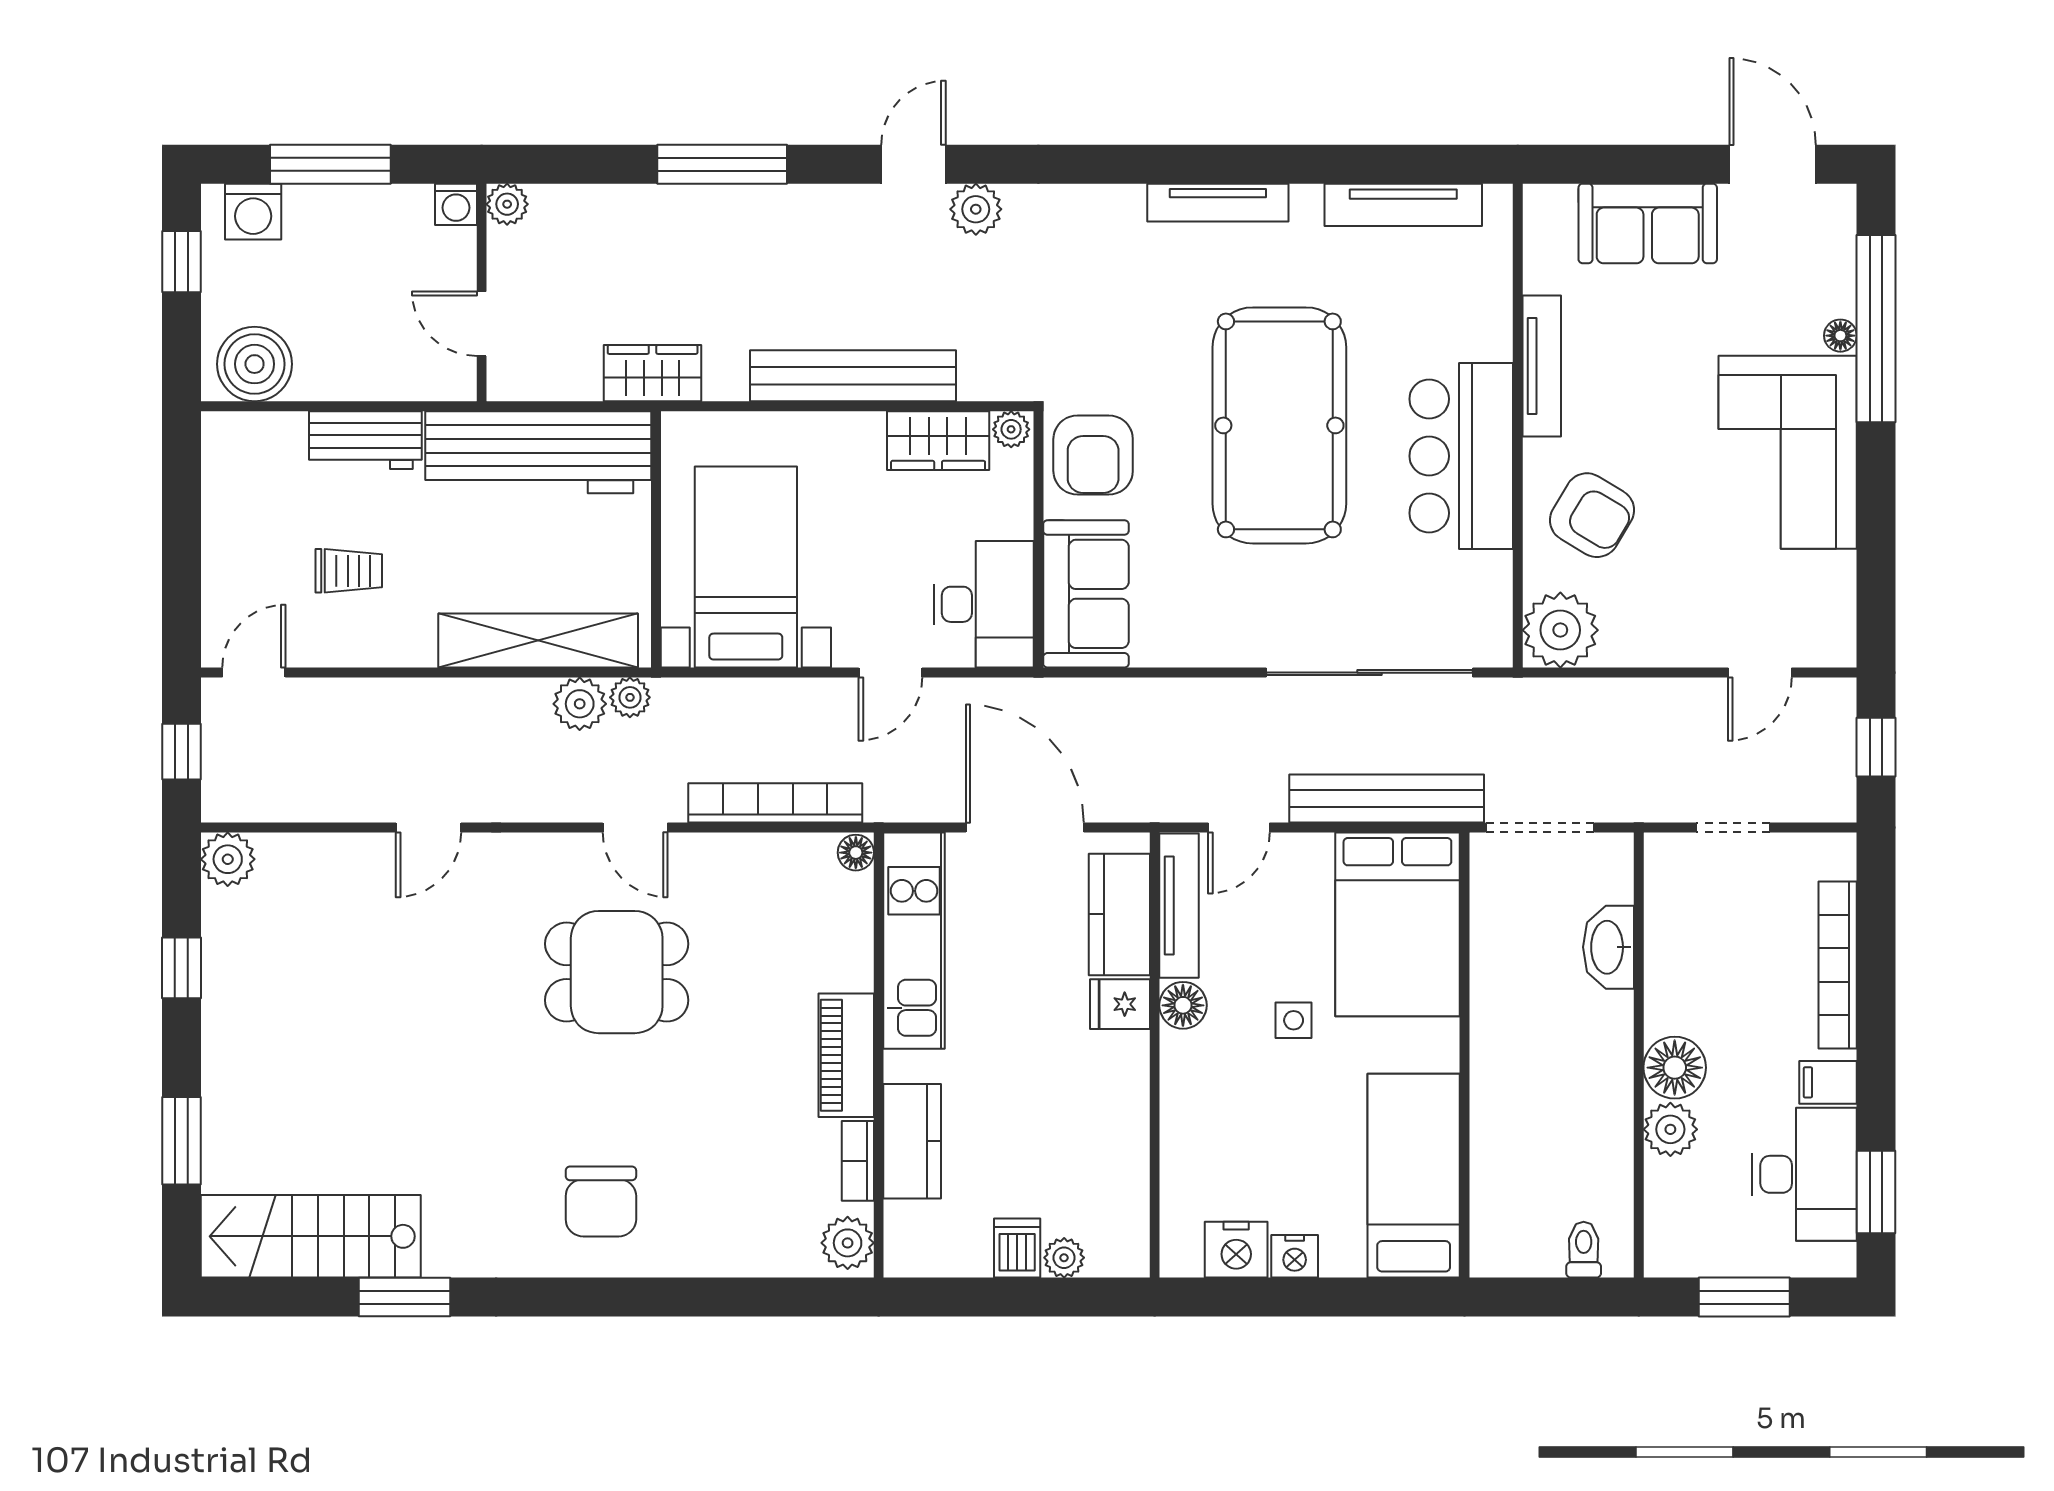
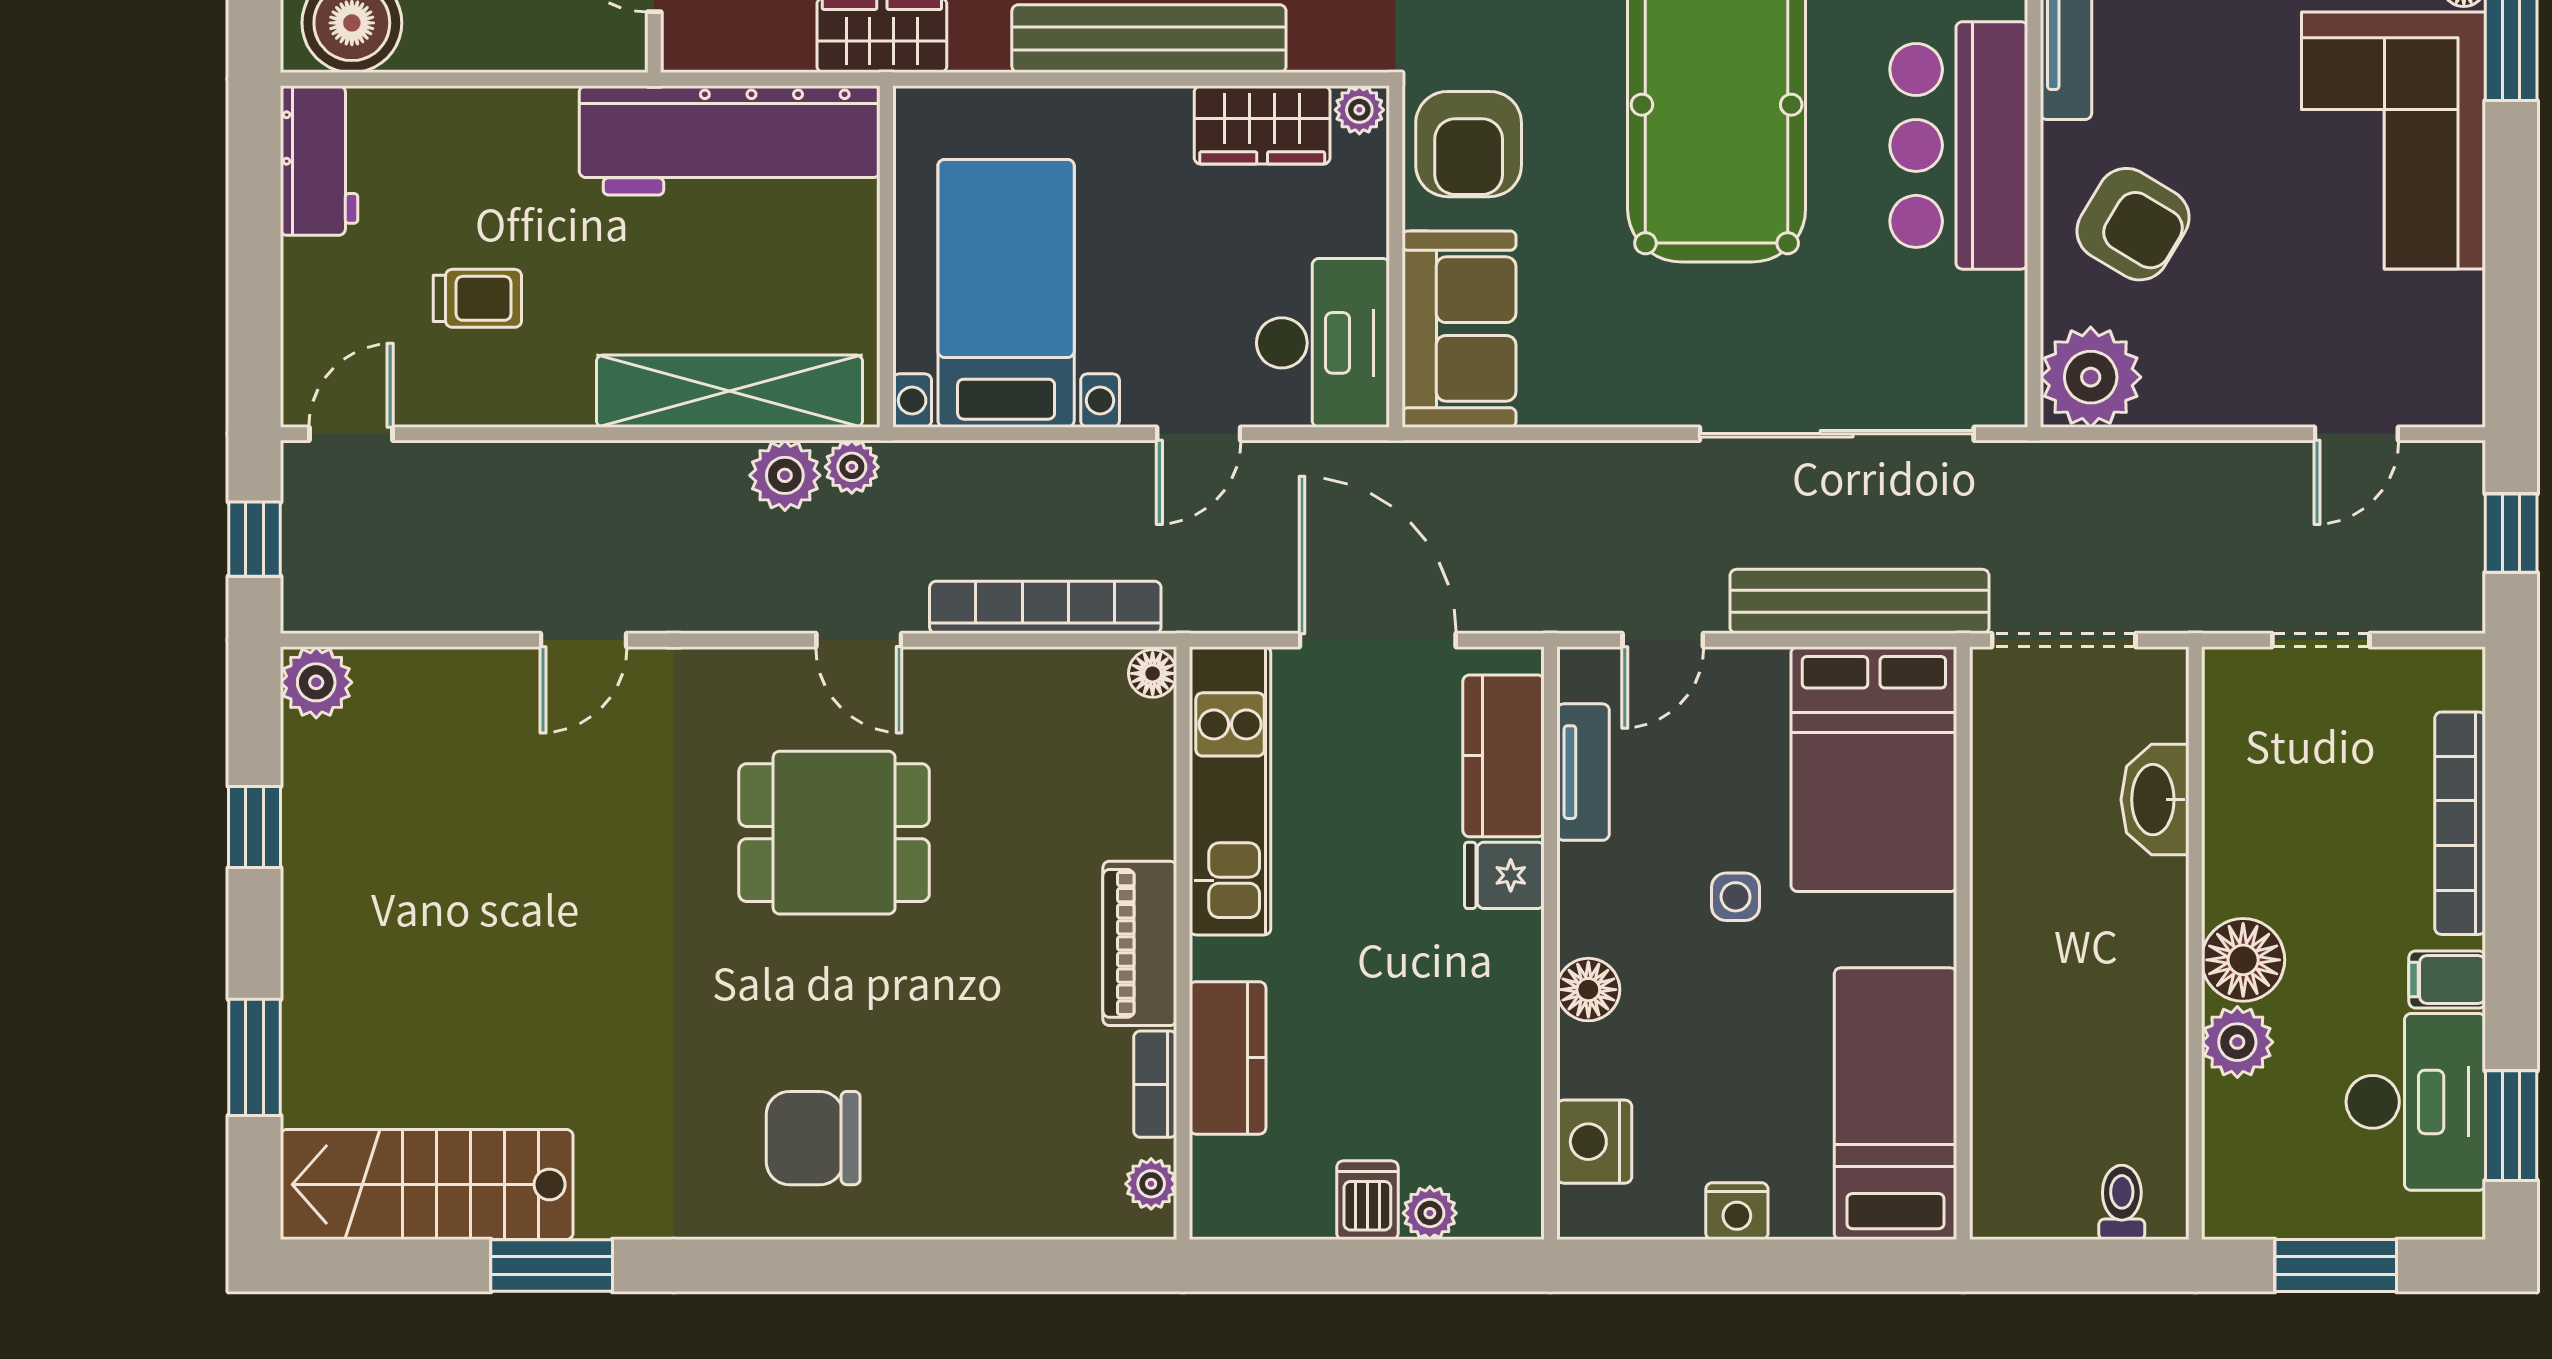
workbench: (365, 440) -> (319, 160), moved, turned -90
tv unit: (1179, 906) -> (1583, 772), width x0.71
floor lamp: (1183, 1005) -> (1588, 990), moved
chair: (601, 1201) -> (813, 1138), turned 90
plant: (848, 1243) -> (1151, 1184), width x0.73, depth x0.73
nightstand: (1236, 1250) -> (1594, 1142), moved, turned 90

